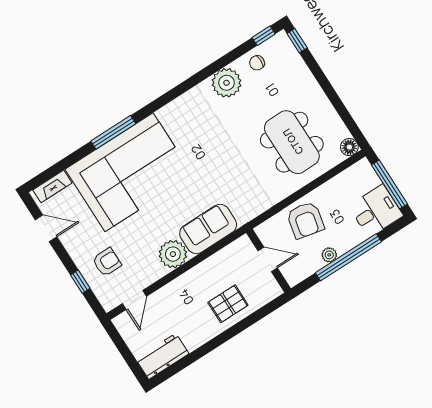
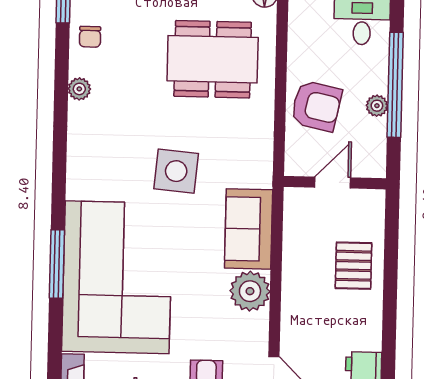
plant: (227, 83) -> (79, 89), width x0.53, depth x0.53
side table: (213, 165) -> (176, 171), added

